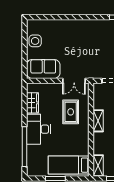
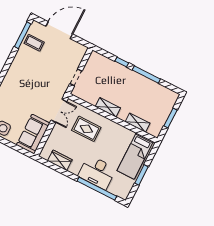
desk: (38, 129) -> (97, 172), moved
shelving: (98, 166) -> (138, 123), moved

